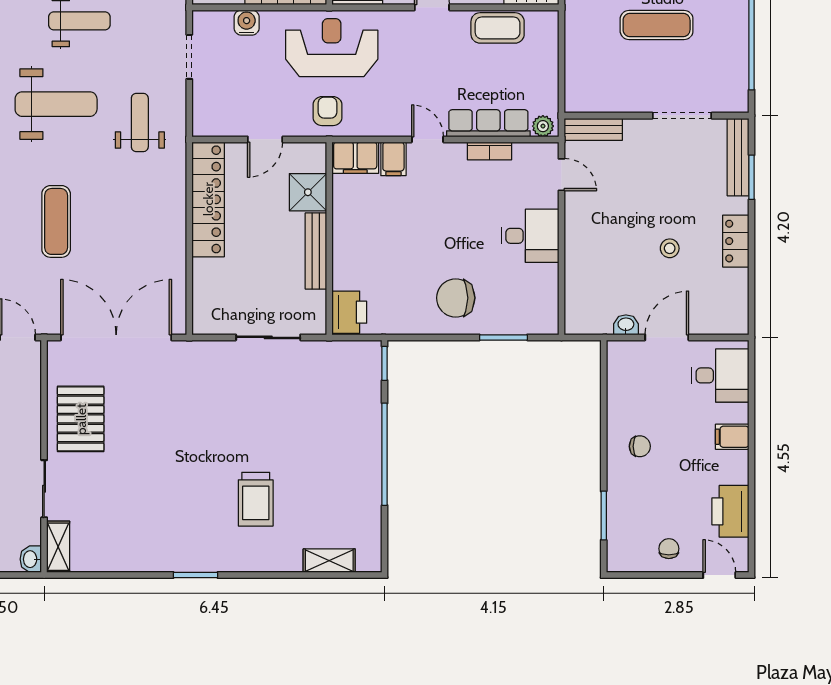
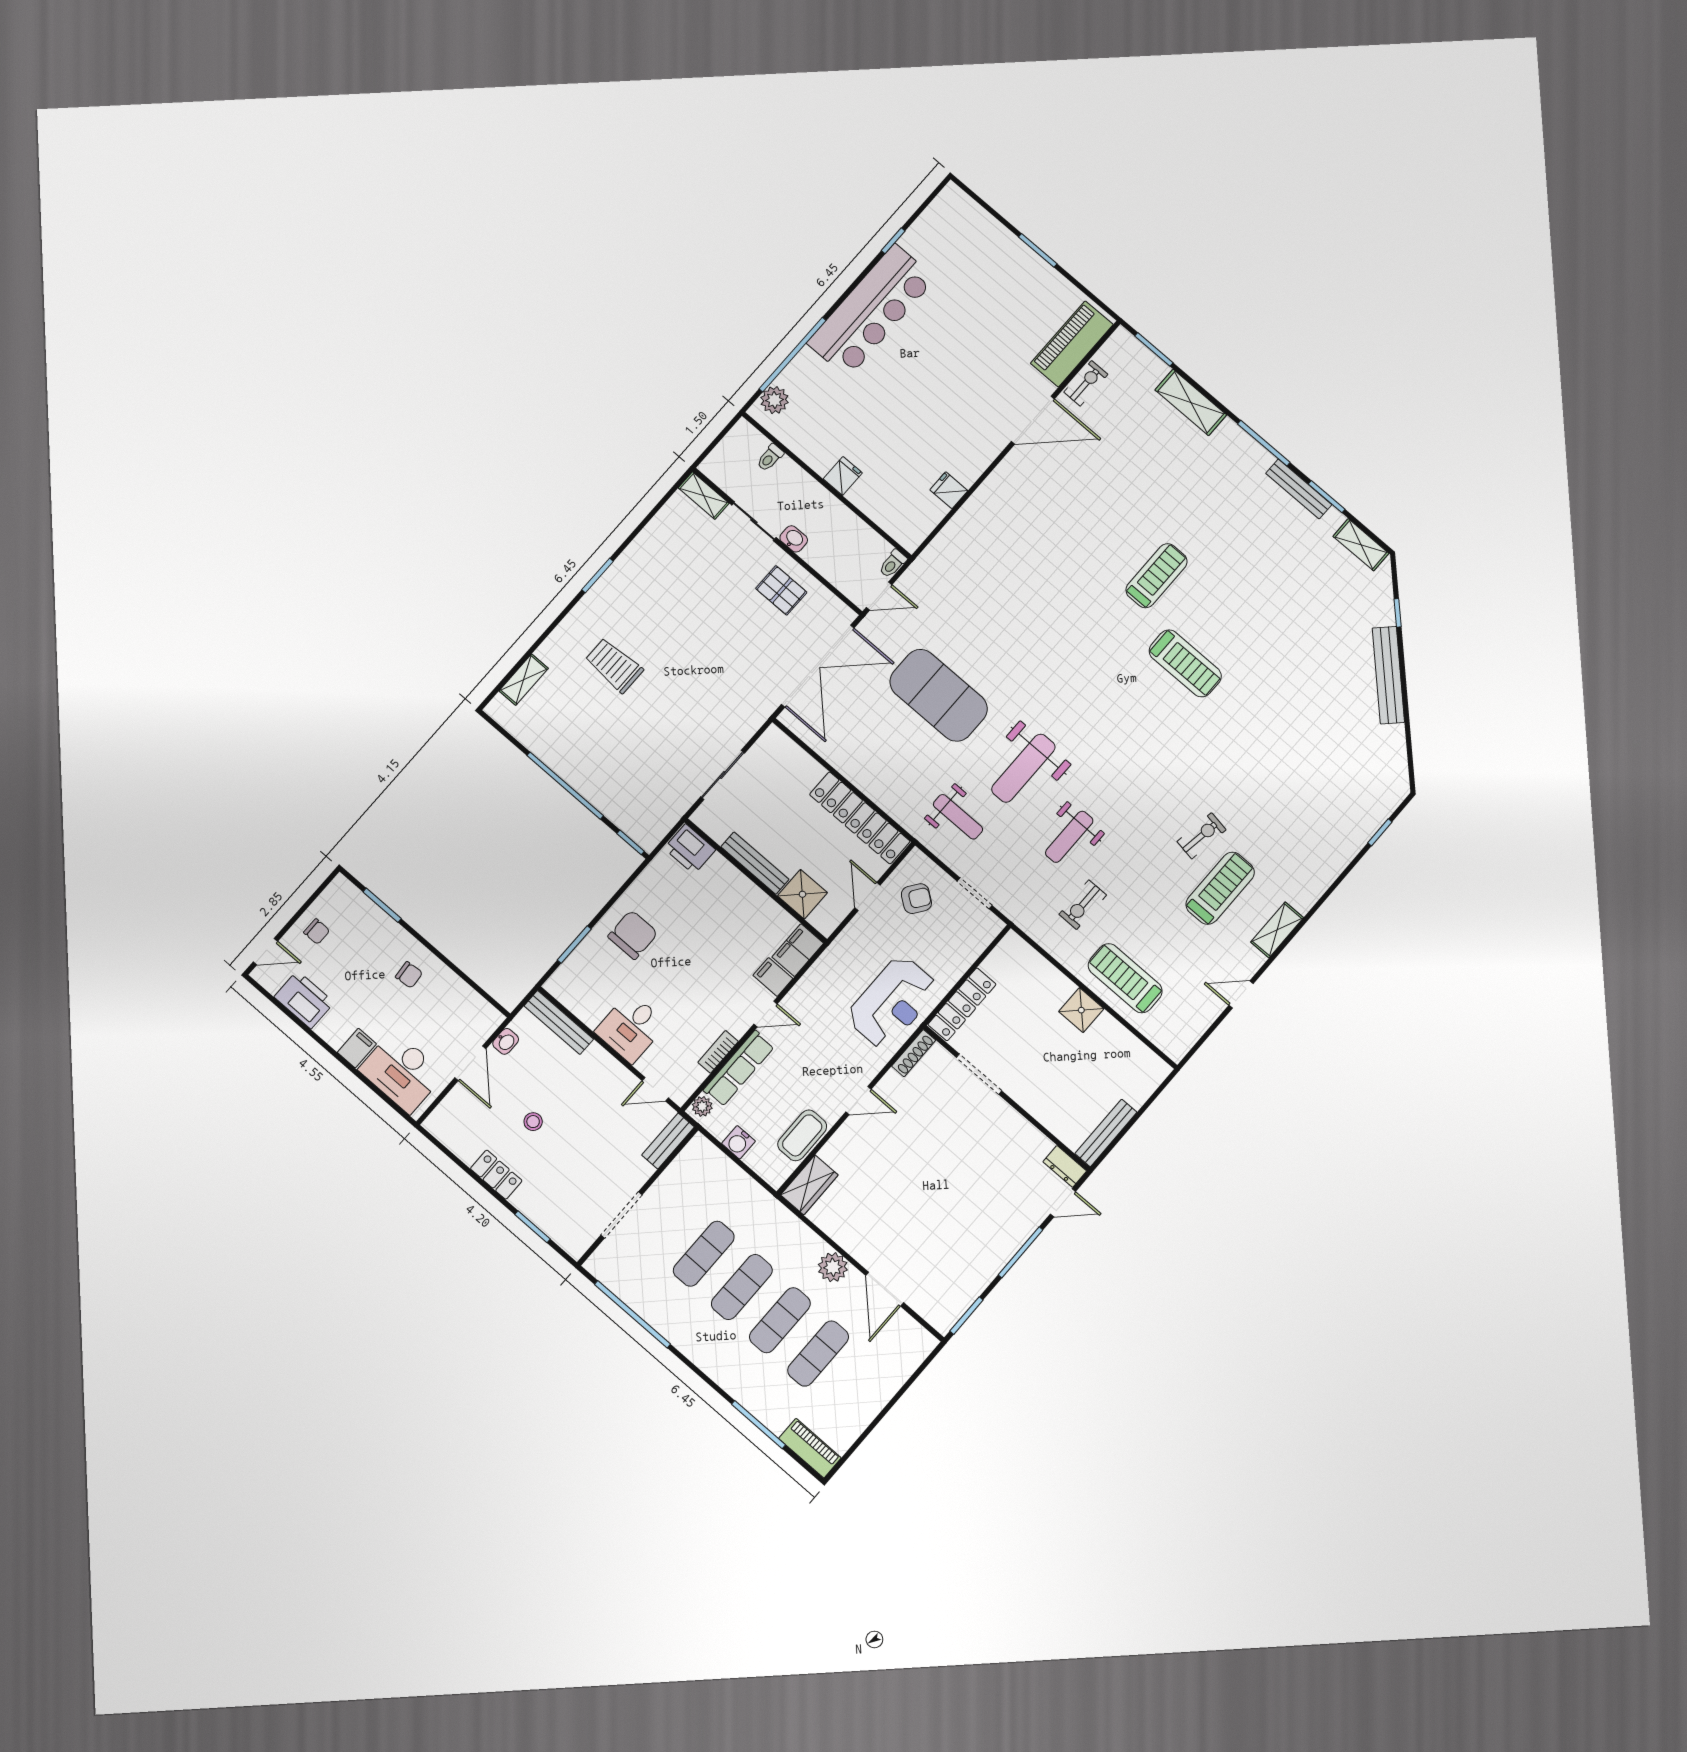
water cooler: (247, 23) -> (739, 1142), moved, turned 90
armchair: (327, 111) -> (916, 899), moved, turned -54
bench: (738, 157) -> (559, 1022), moved
exercise mat: (56, 221) -> (939, 695), width x2.00, depth x1.45
desk: (720, 375) -> (402, 1072), width x1.37
pallet: (81, 419) -> (781, 590), width x0.67, depth x0.71
chair: (640, 446) -> (409, 975), turned -95
washbasin: (31, 559) -> (794, 539), moved

